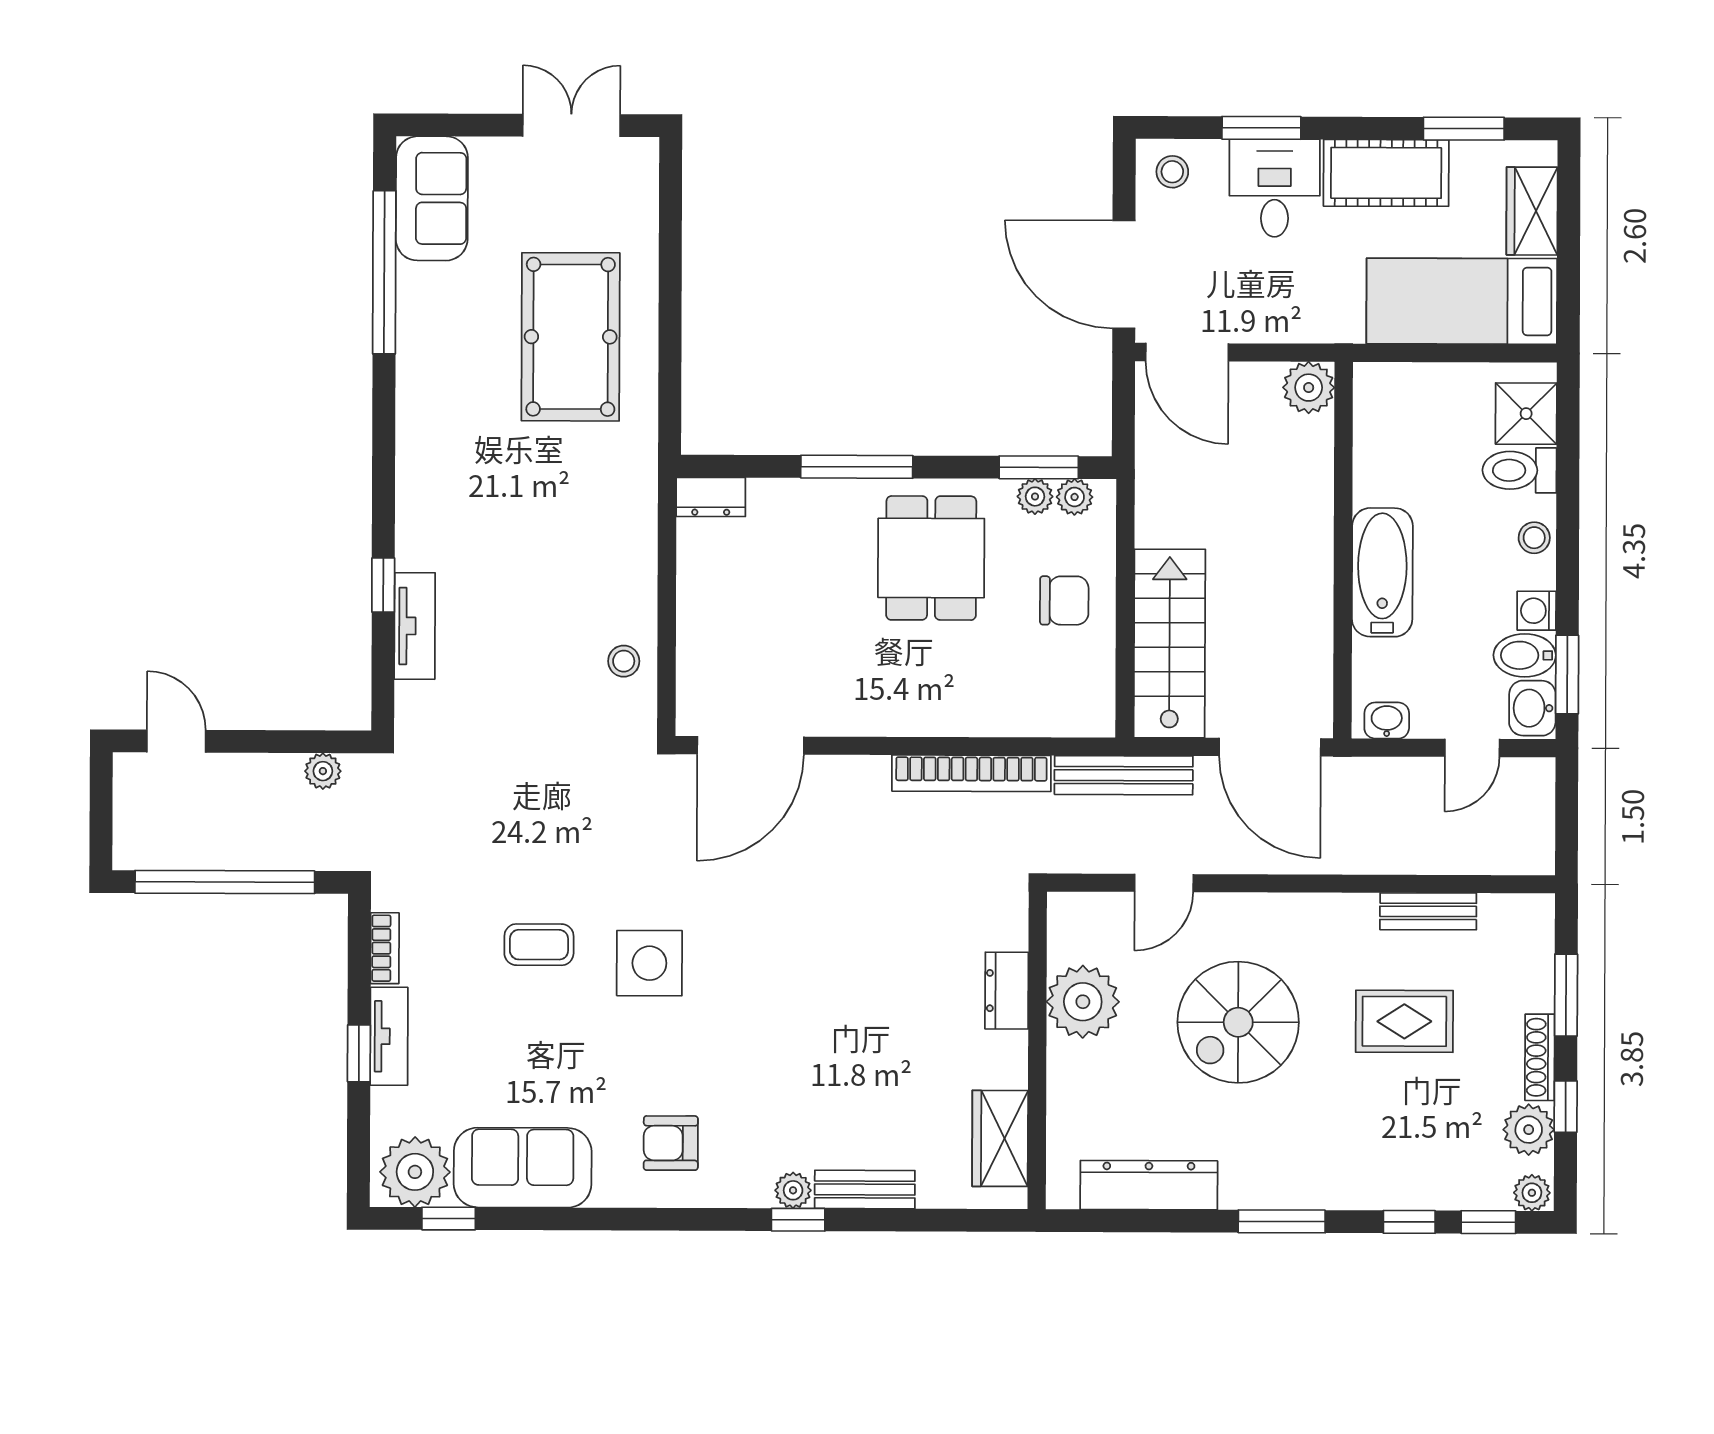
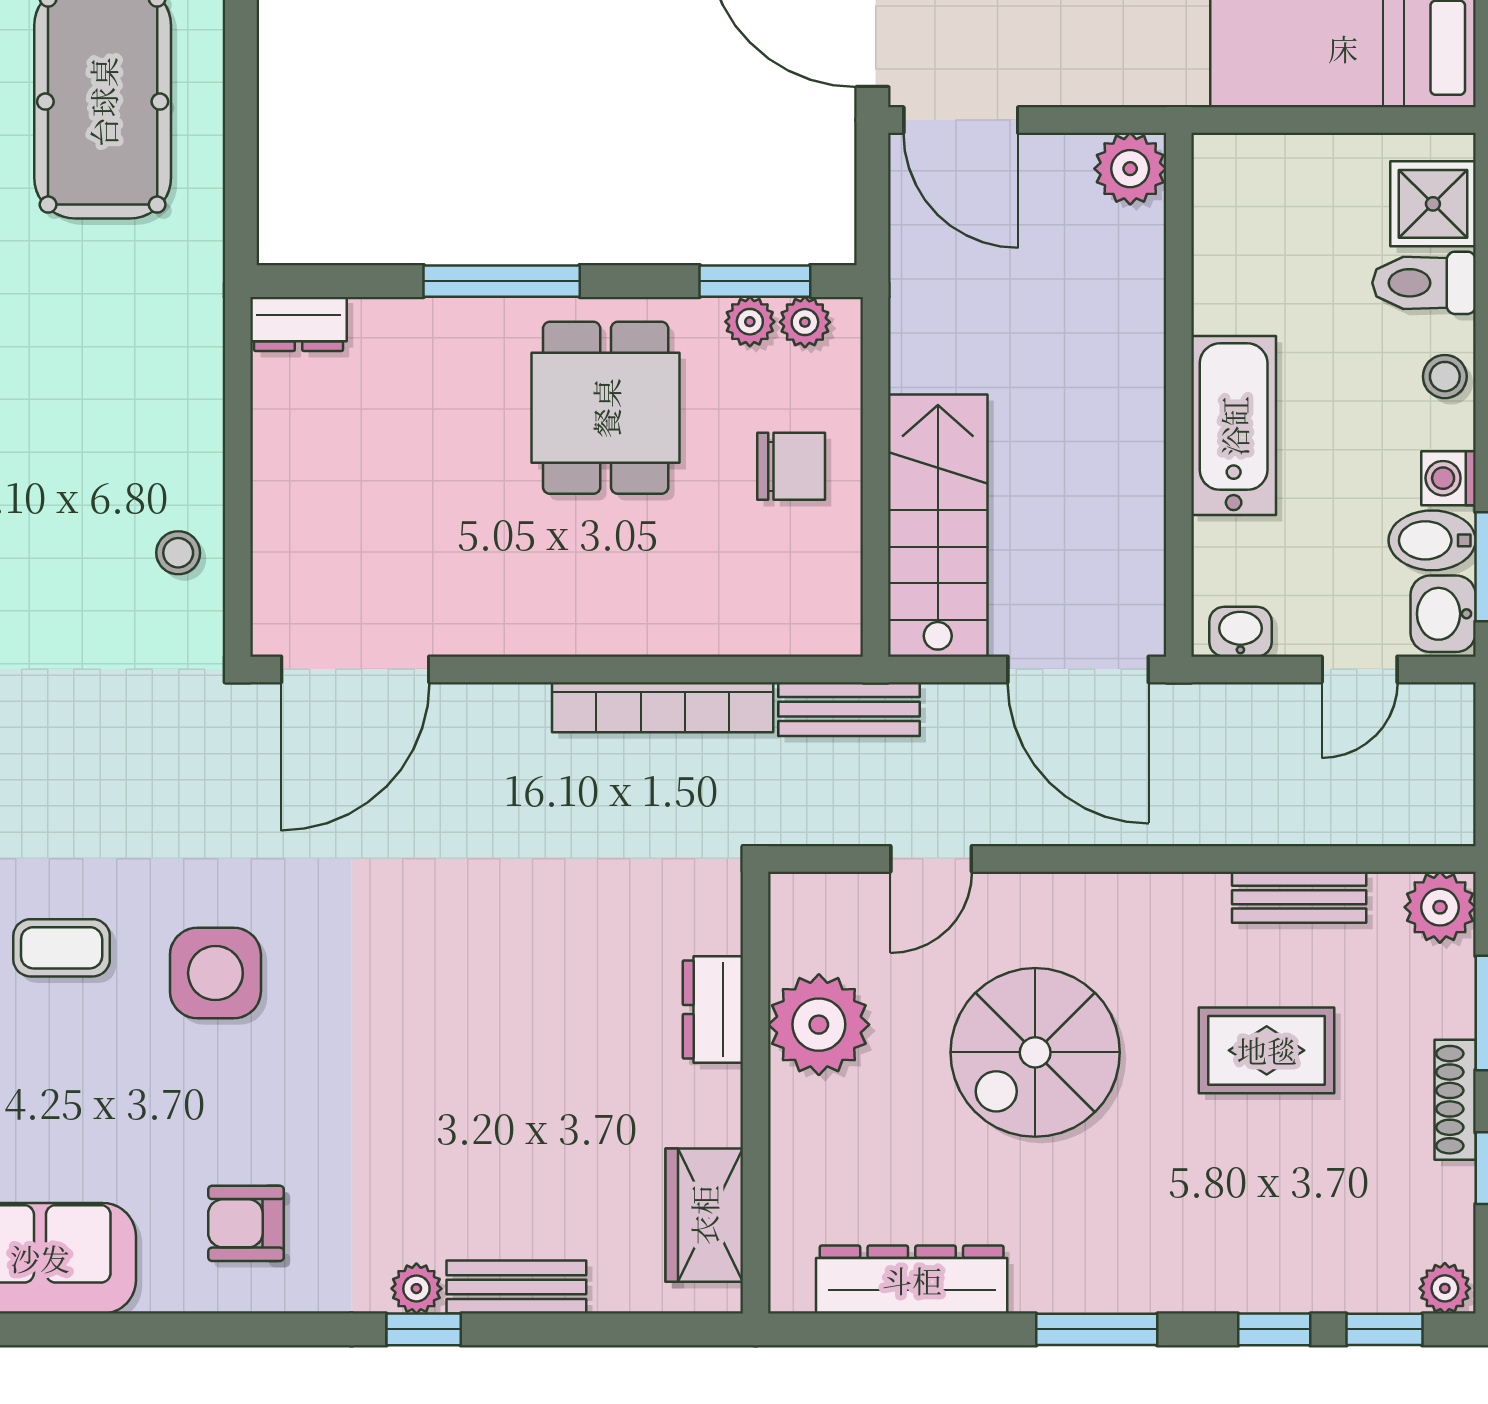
bench: (1124, 775) -> (849, 709), width x0.73
plant: (1529, 1130) -> (1440, 907), moved

